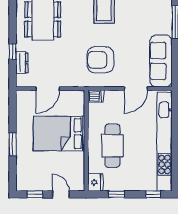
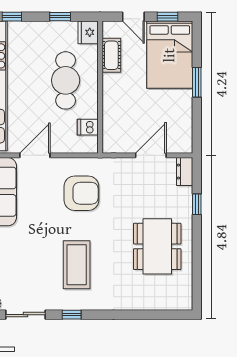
dresser: (22, 63) -> (185, 172), moved
dishwasher: (96, 96) -> (88, 127), moved
bed: (59, 133) -> (170, 55), moved, turned 90
cot: (78, 165) -> (111, 55), added

